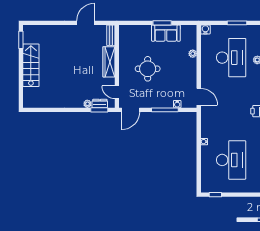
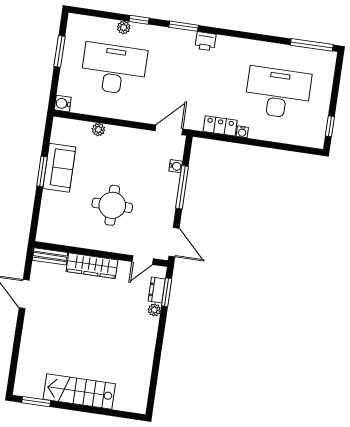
locker: (206, 128) -> (220, 126), added

